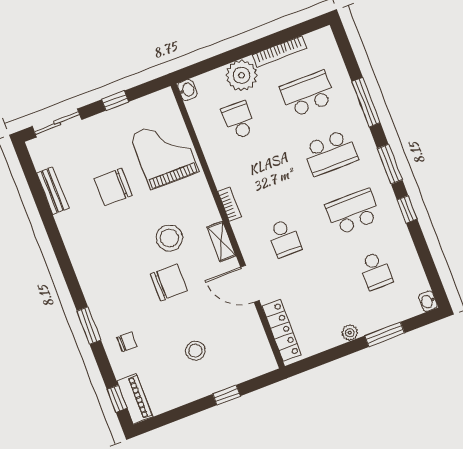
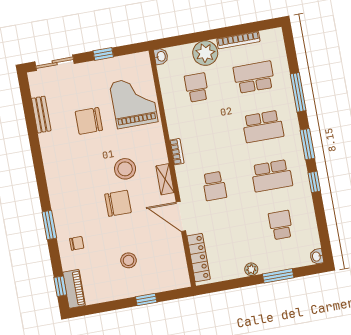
school desk: (353, 212) -> (272, 176), turned 180
school desk: (376, 271) -> (281, 225), turned 180

